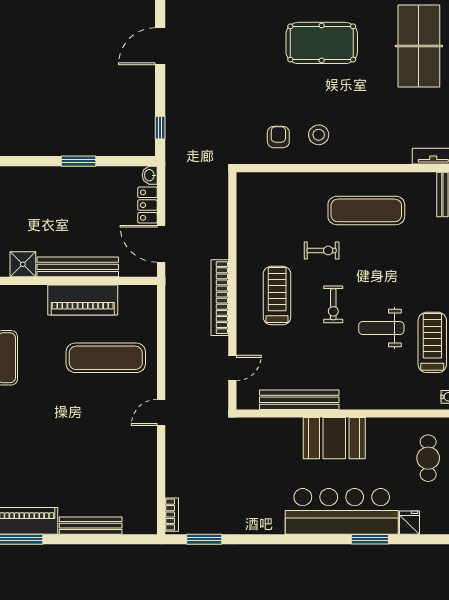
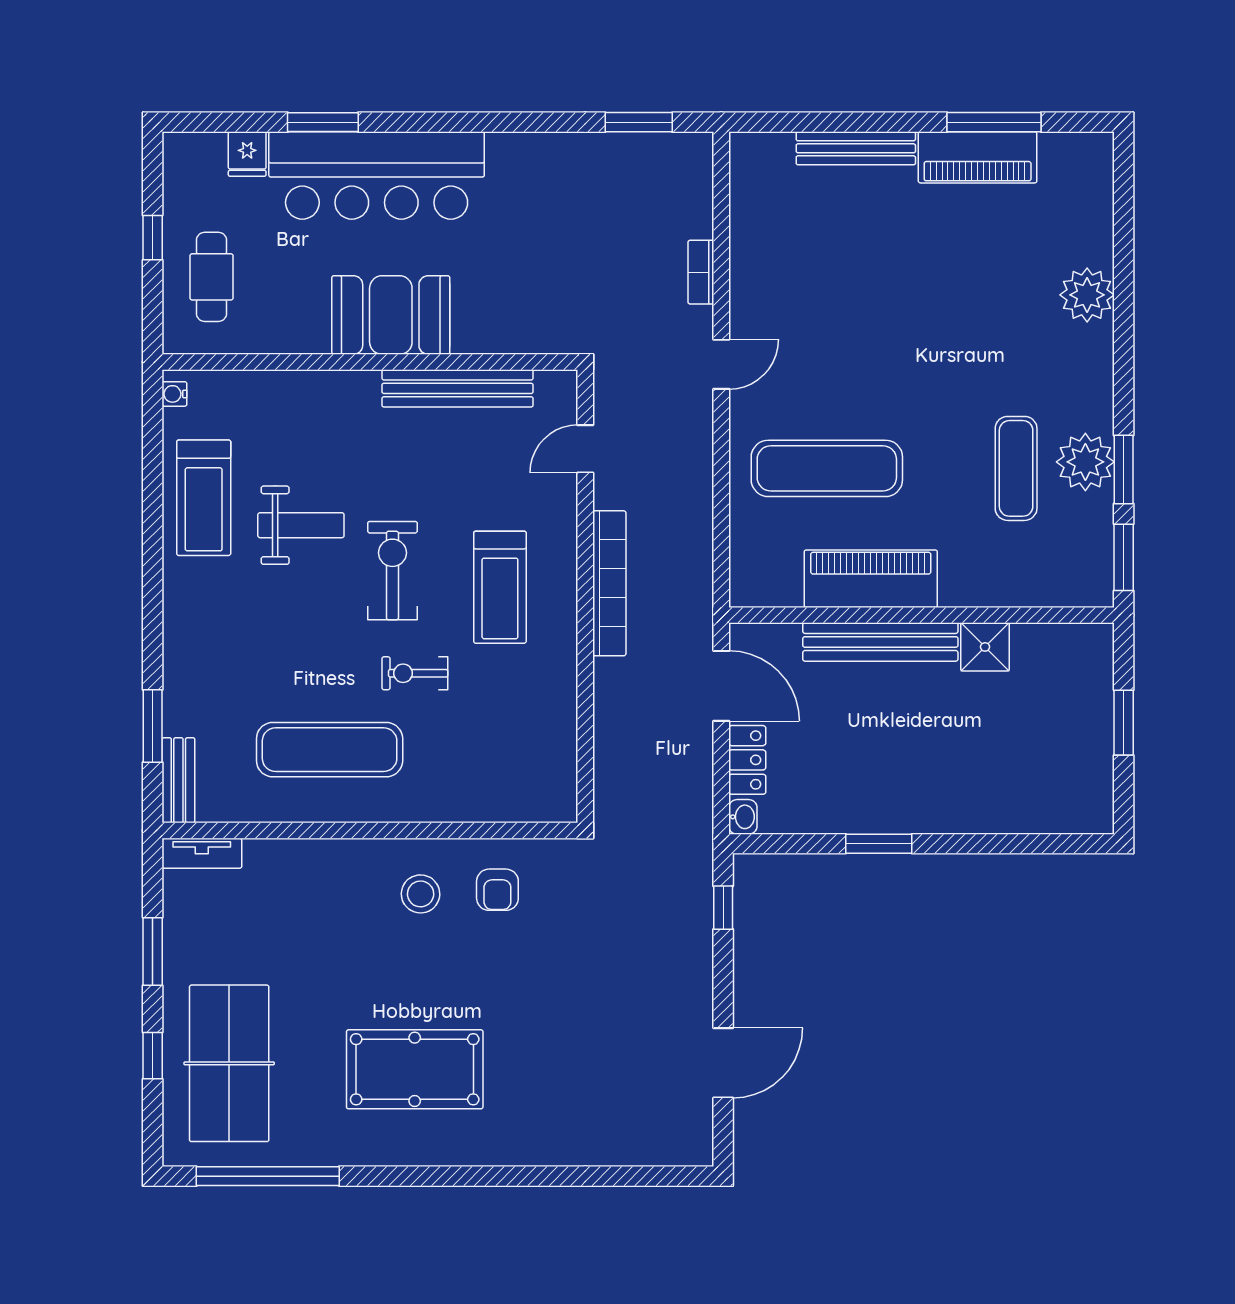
exercise bike: (333, 304) -> (392, 571), width x1.38, depth x1.39
bookcase: (172, 515) -> (701, 272), moved

